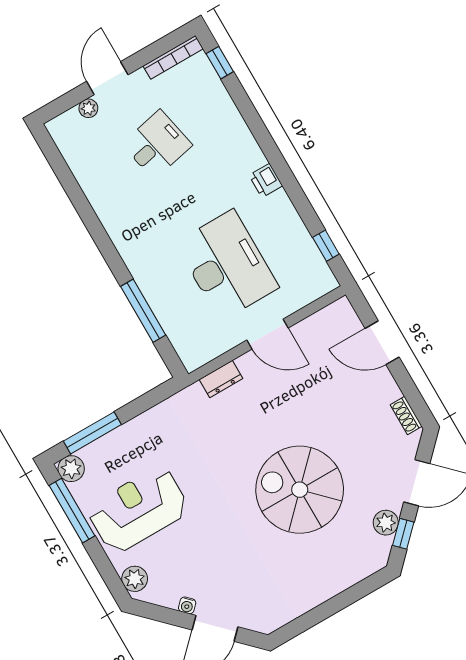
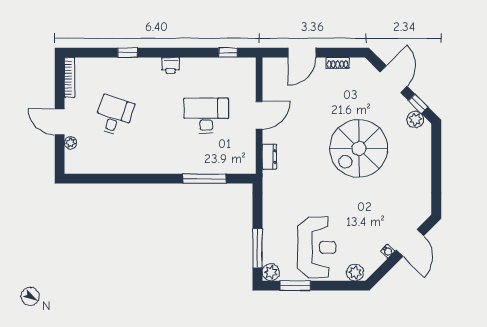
window: (220, 63) -> (128, 53), moved
desk: (157, 145) -> (114, 116), turned 30
desk: (227, 265) -> (206, 116), width x0.73, depth x0.77
shoe rack: (406, 415) -> (338, 63), moved
reception desk: (138, 510) -> (317, 247), turned 180
window: (72, 511) -> (295, 286), width x0.69
plant: (386, 523) -> (415, 119), moved

